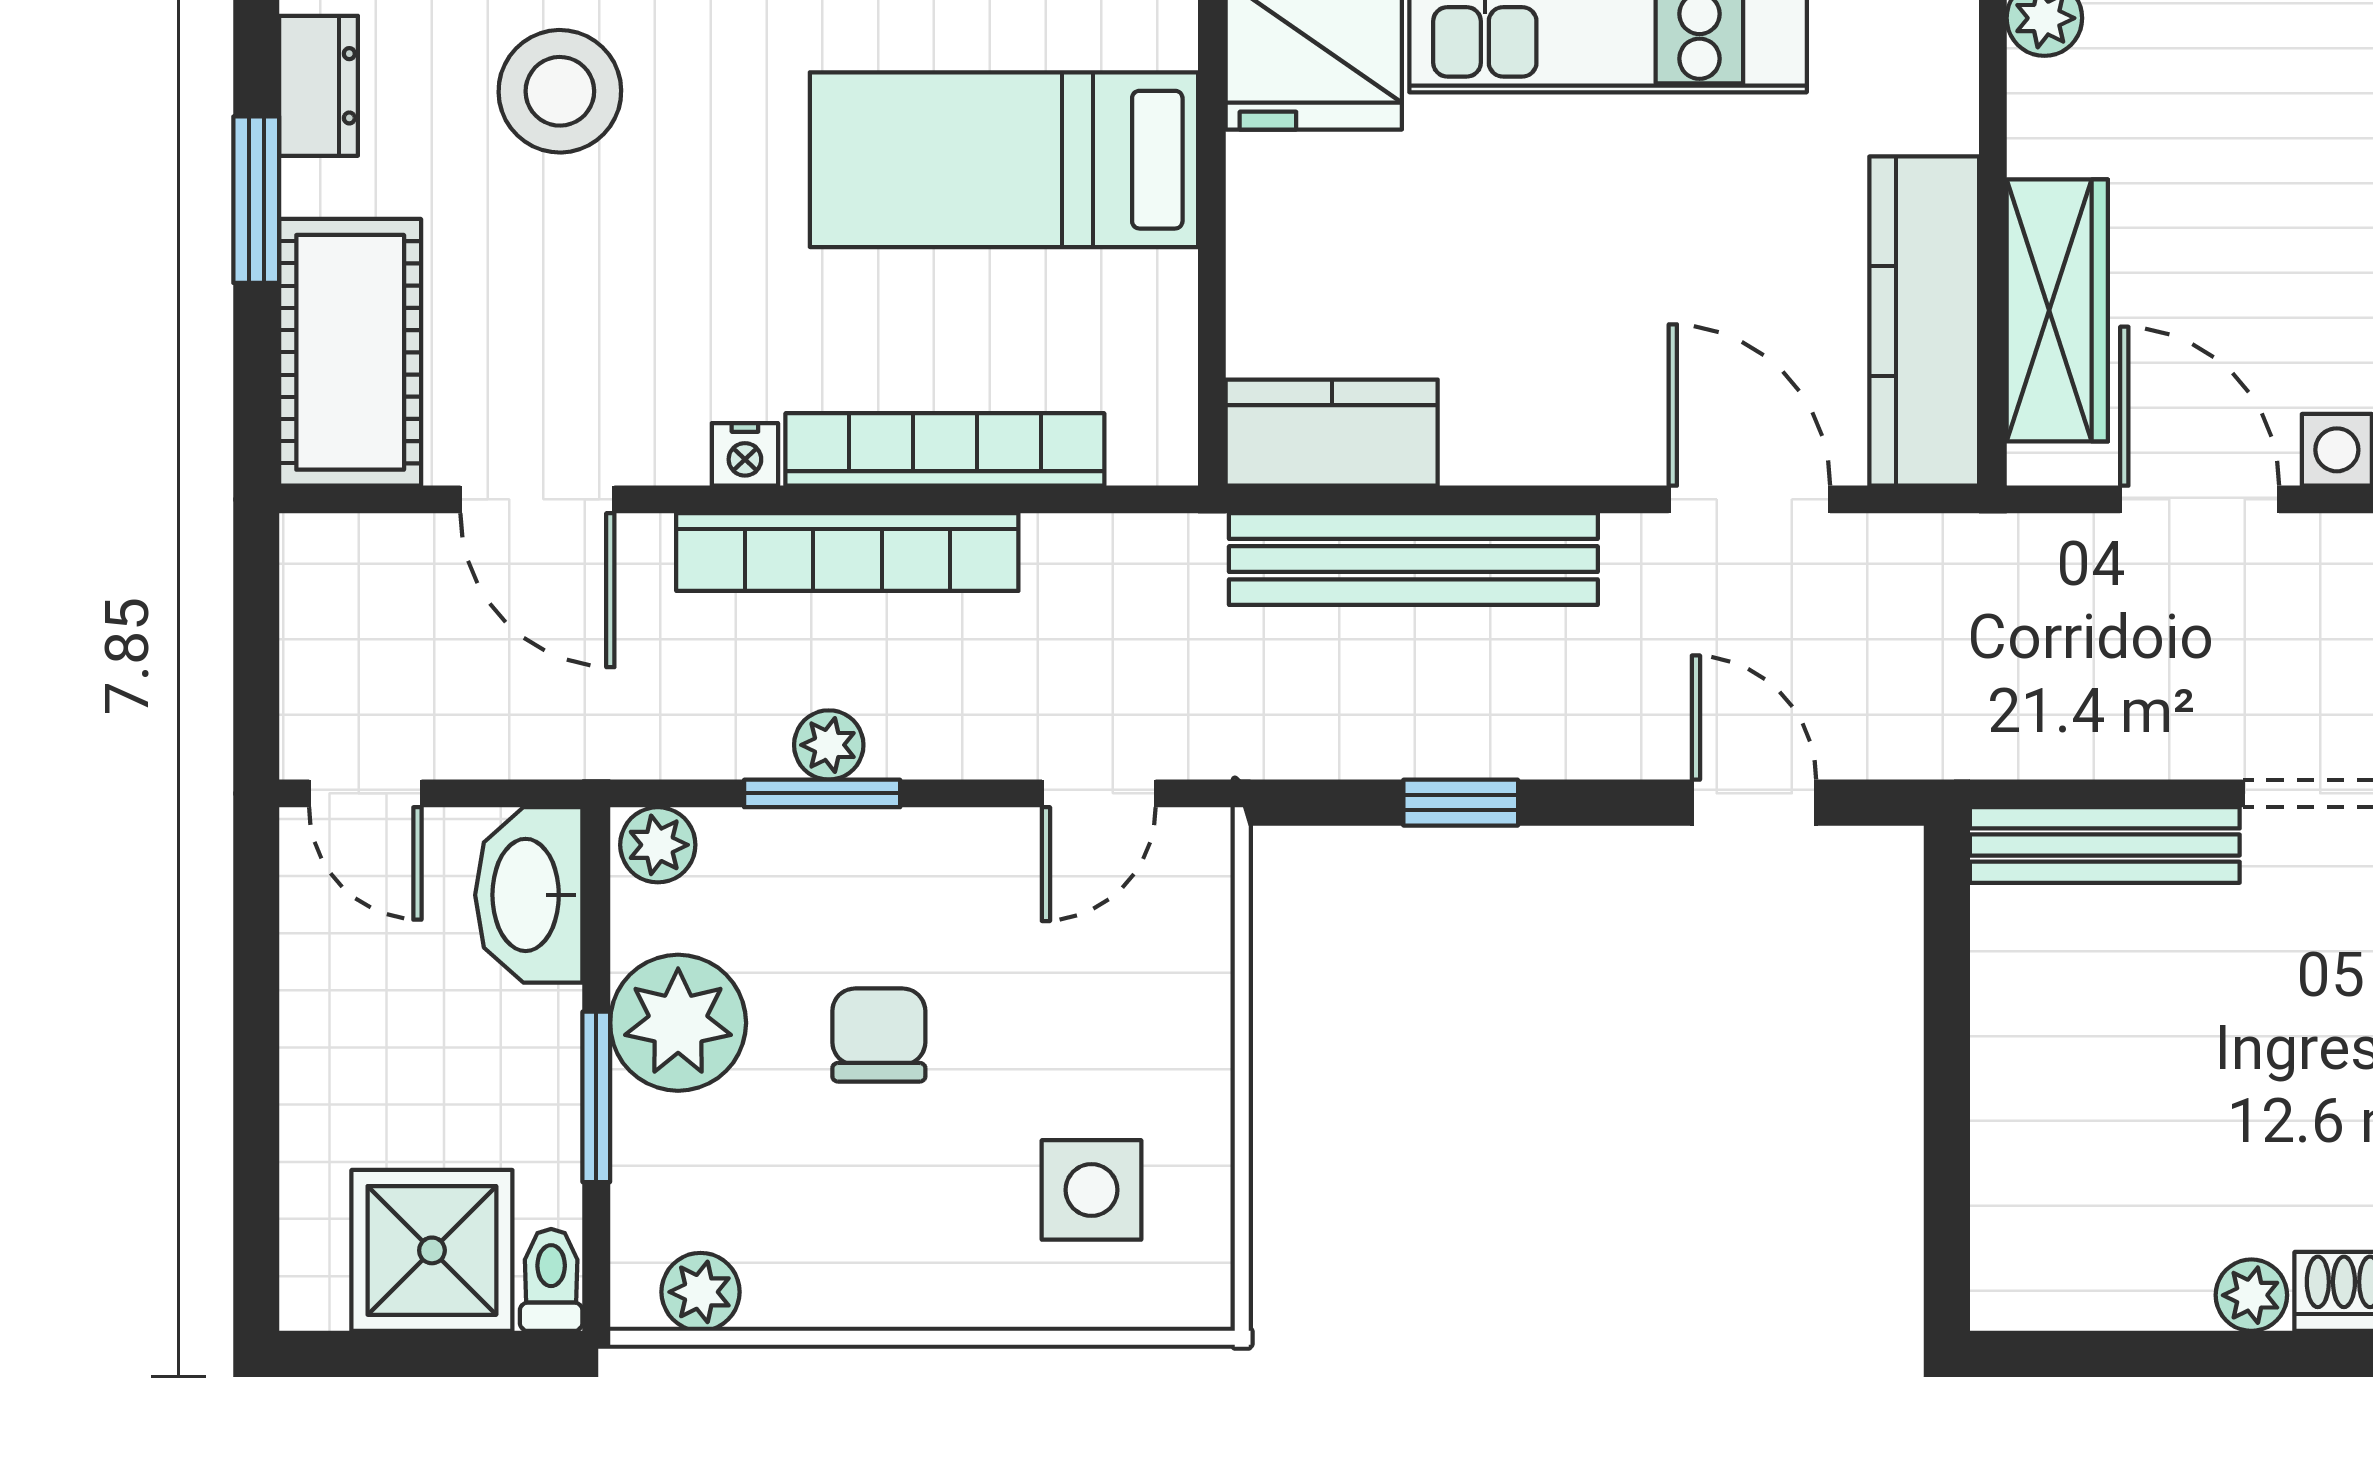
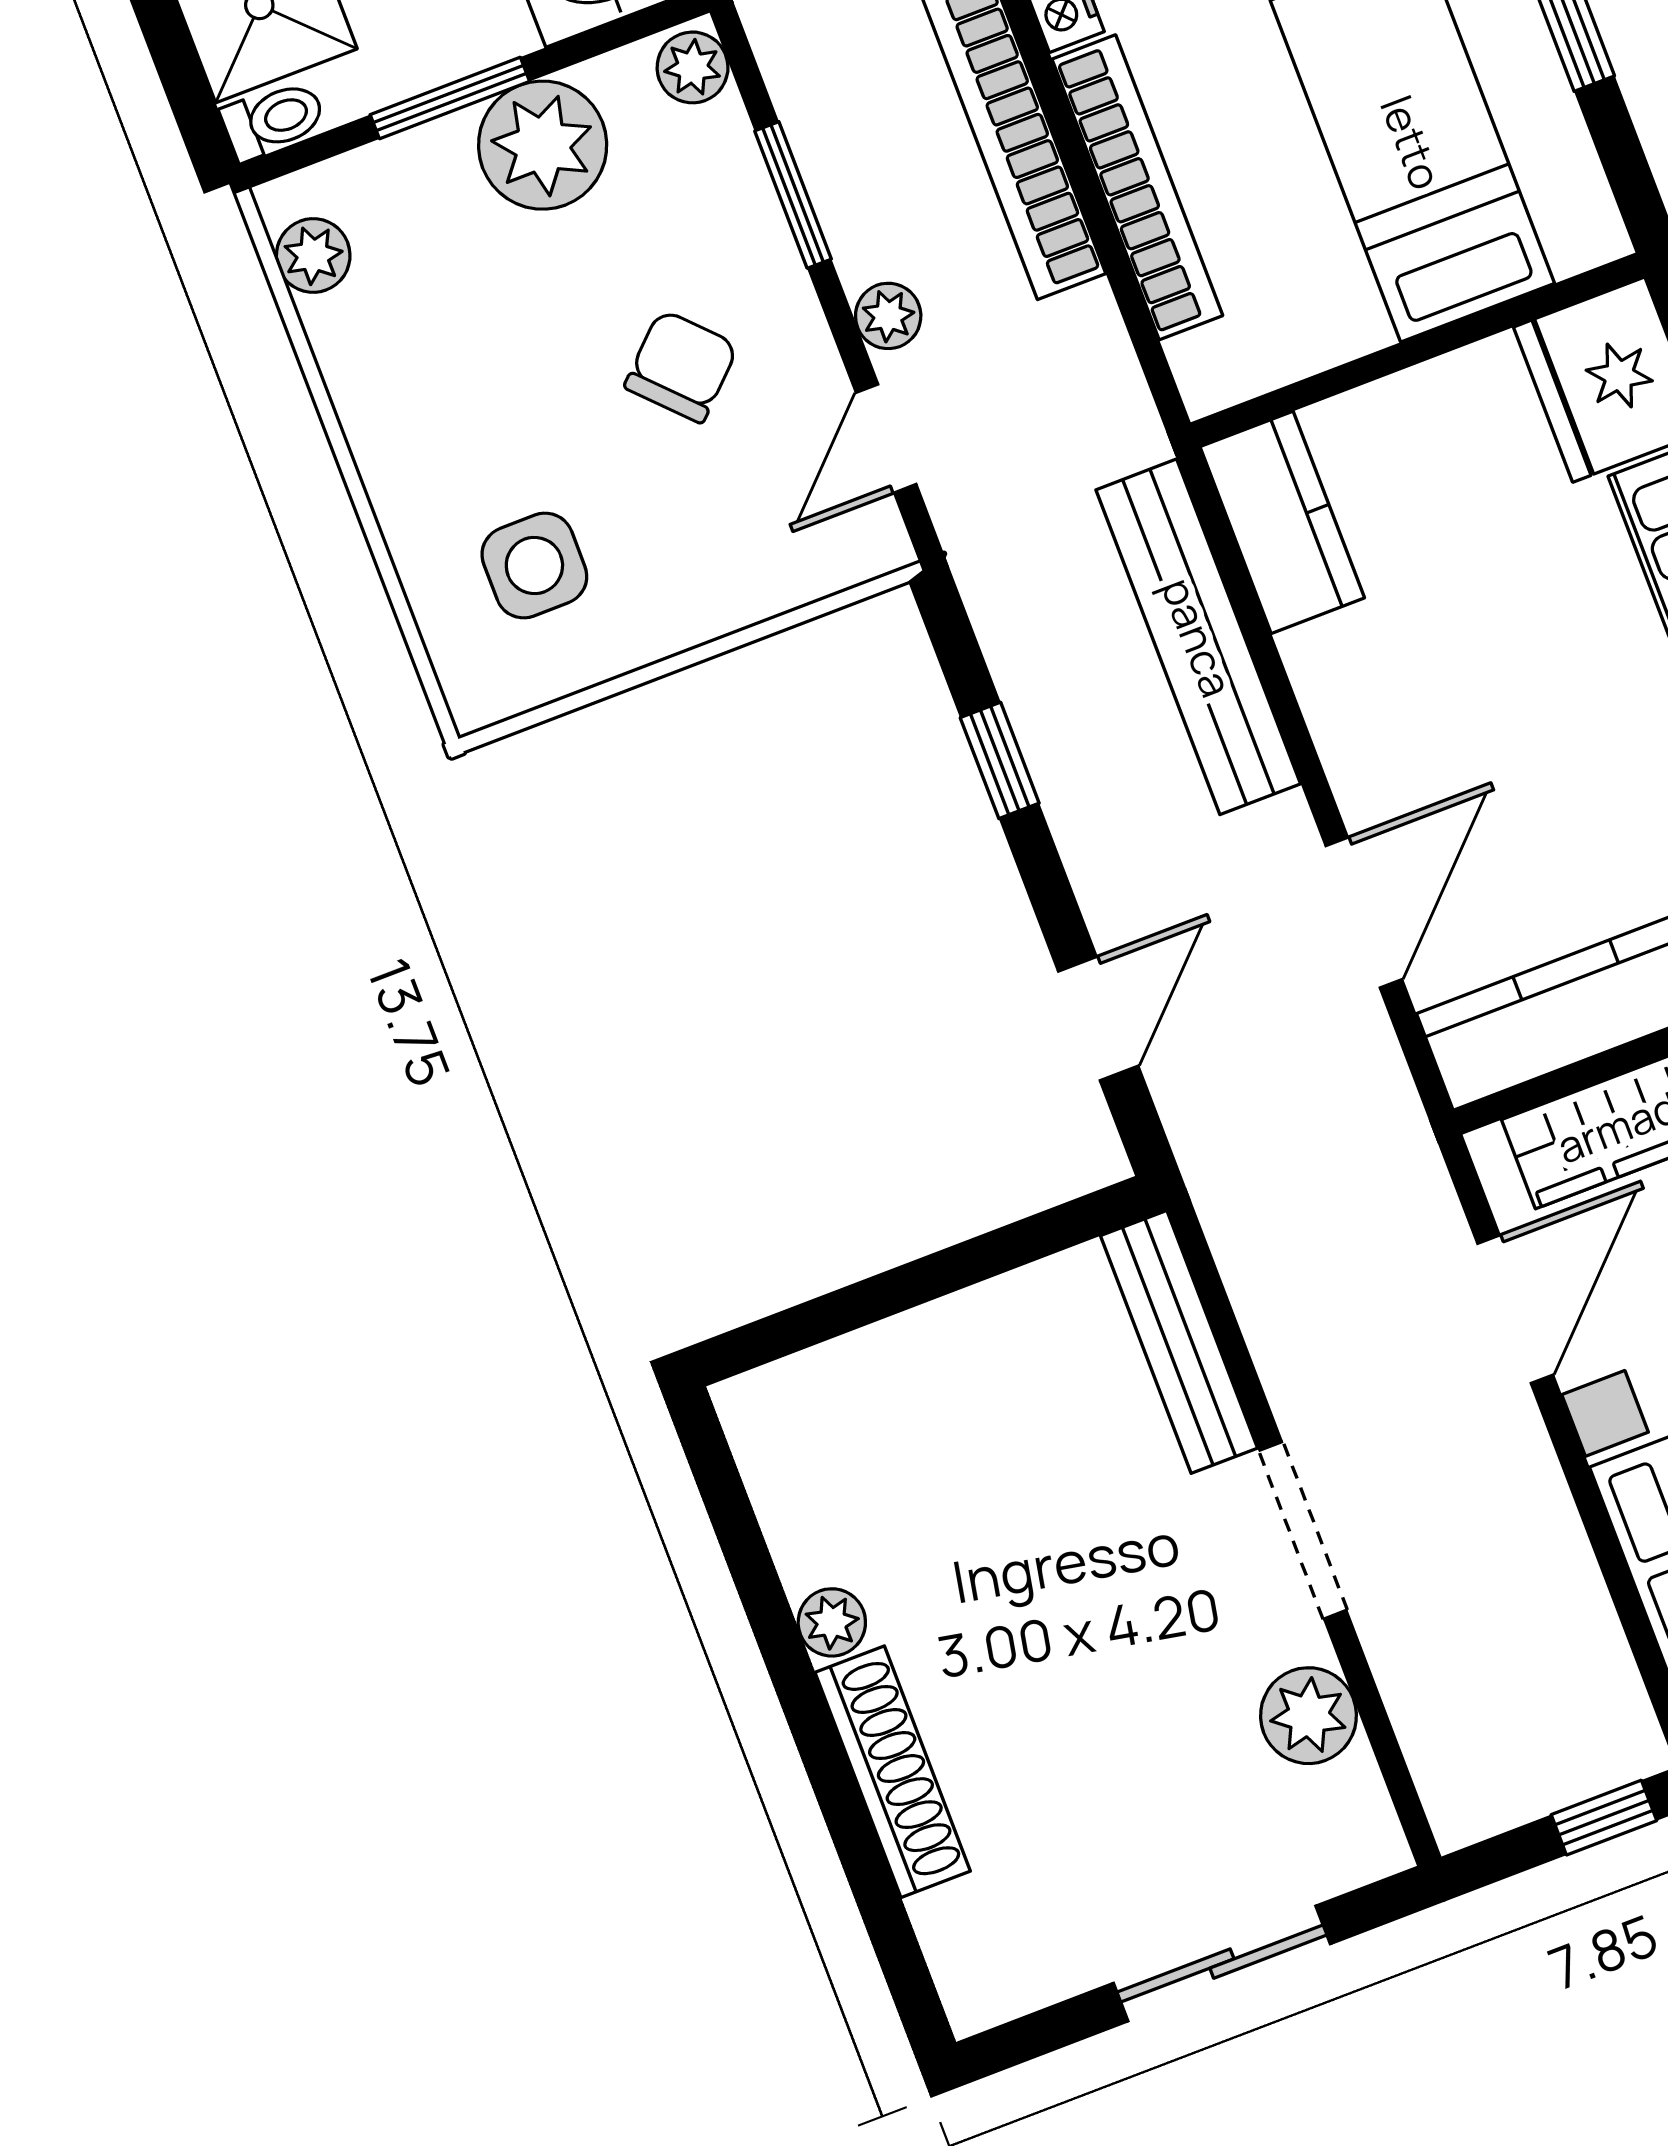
plant: (829, 745) -> (888, 316), moved
door: (1099, 793) -> (886, 438), hinge flipped
chair: (879, 1035) -> (681, 366), moved, turned -44

